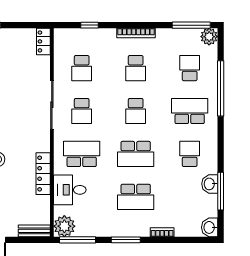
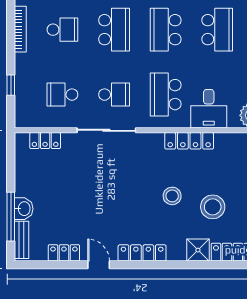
locker: (43, 41) -> (45, 141), moved
school desk: (82, 68) -> (62, 95), turned 180
school desk: (136, 111) -> (114, 30), width x1.85
school desk: (136, 154) -> (166, 30), turned 180

